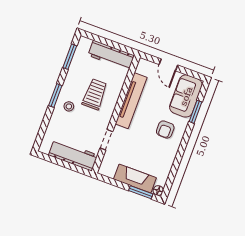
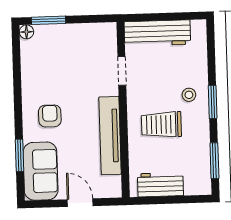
workbench: (111, 55) -> (160, 185), width x0.73
trolley: (95, 94) -> (161, 125), turned 90
fireplace: (135, 178) -> (63, 35), removed

